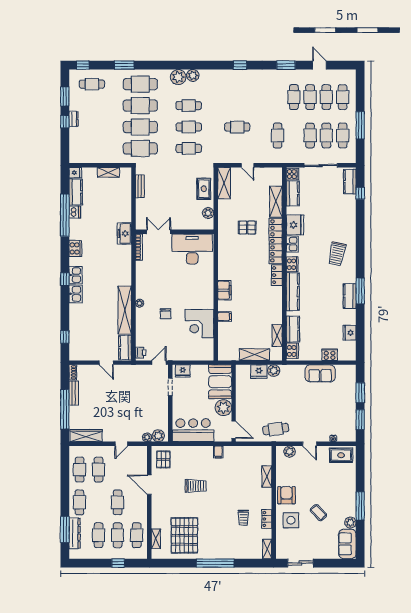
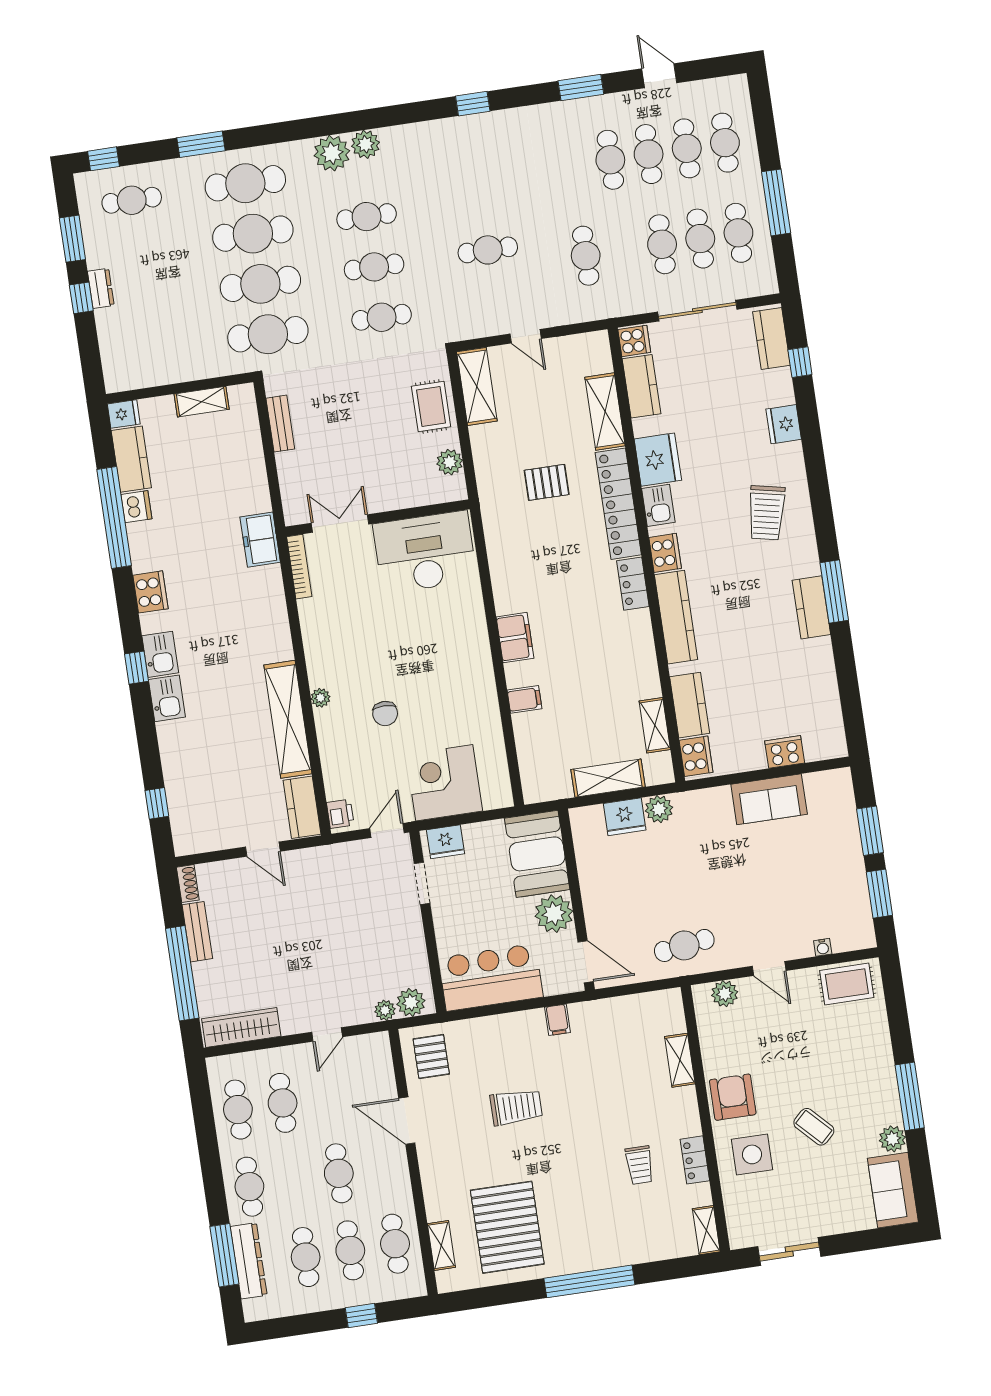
corner desk: (199, 324) -> (444, 783), moved, turned 90
fridge: (350, 333) -> (784, 424), moved

